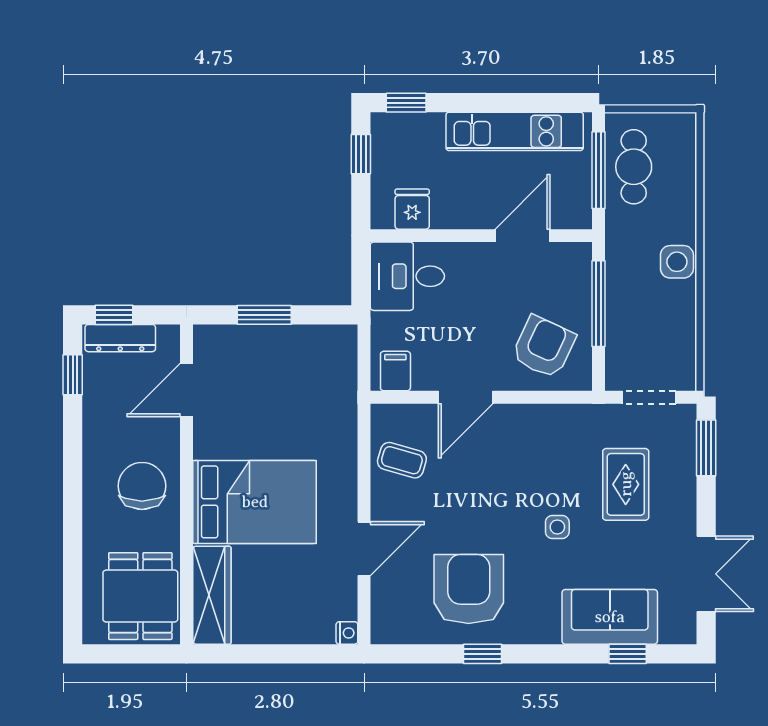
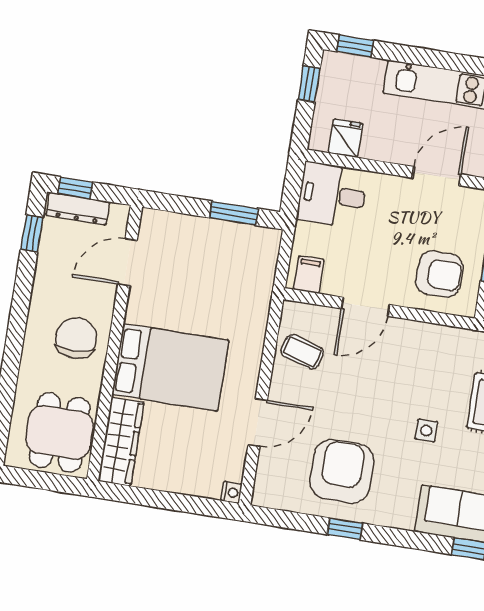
window: (264, 315) -> (234, 213), moved
armchair: (544, 347) -> (439, 274), turned 65

